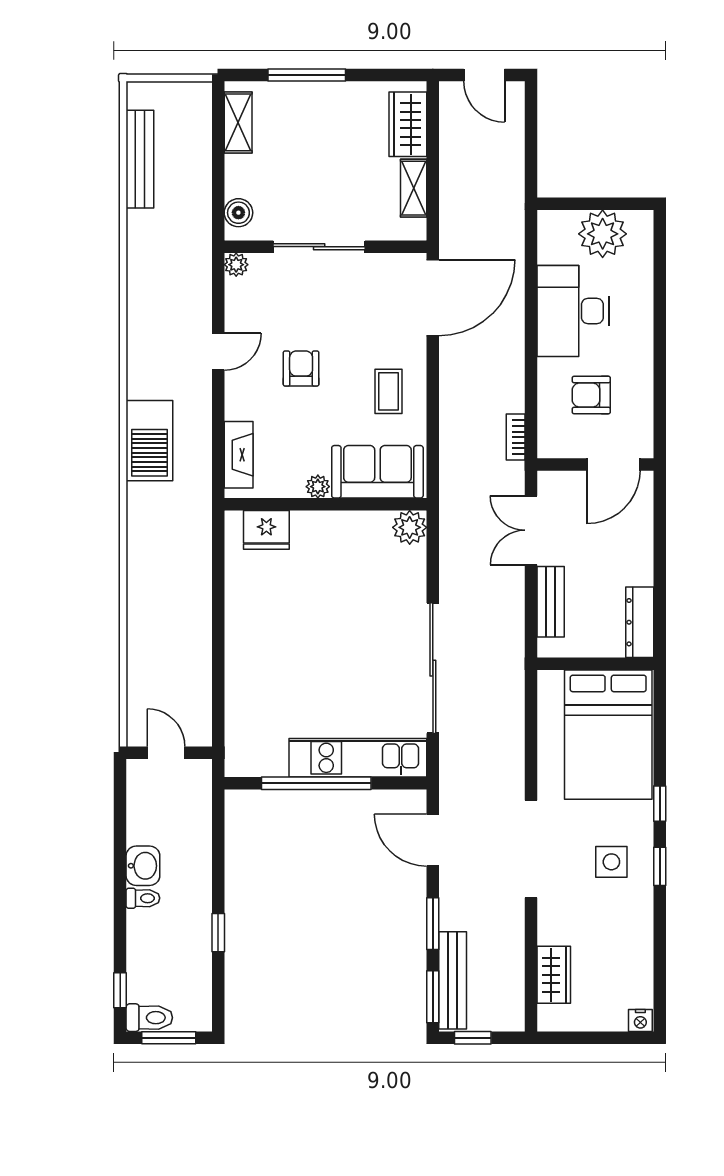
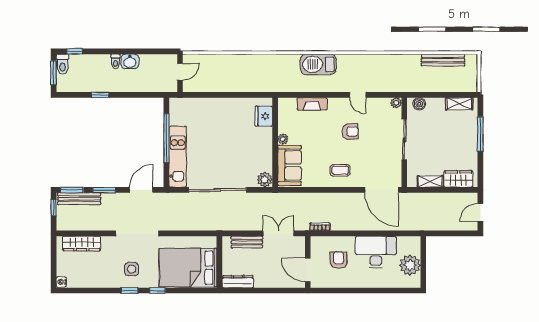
sofa: (377, 472) -> (290, 165), moved
plant: (318, 487) -> (283, 139), moved
wall: (326, 504) -> (275, 142), moved
plant: (410, 527) -> (265, 180), moved
fridge: (266, 530) -> (264, 116), moved
wardrobe: (554, 975) -> (82, 243), width x1.50

